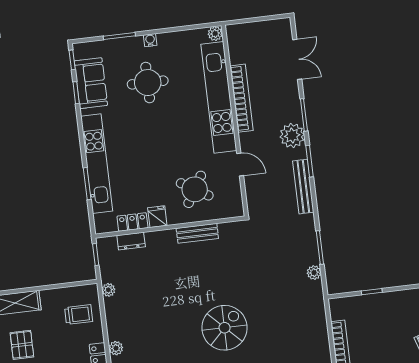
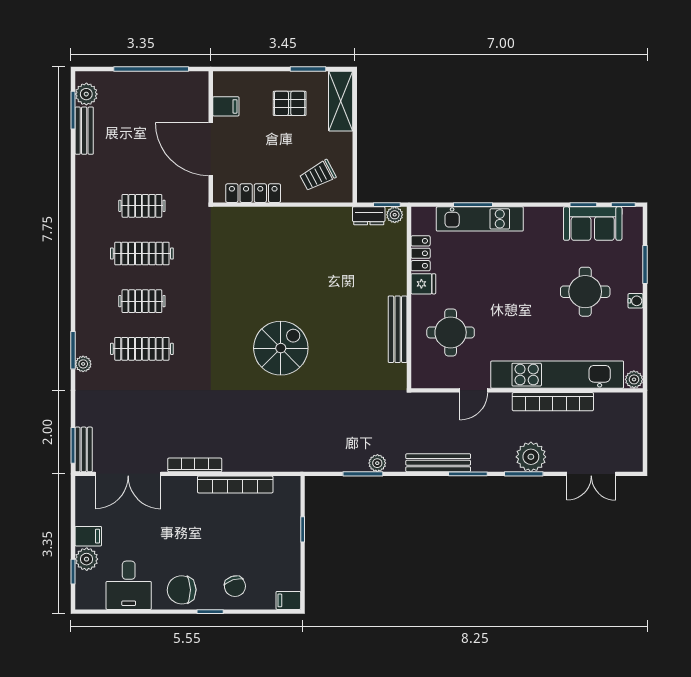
plant: (292, 136) -> (531, 457), moved
kitchen unit: (97, 164) -> (480, 219), width x0.73
round table: (195, 189) -> (451, 332), turned -31
bench: (197, 233) -> (398, 329), width x1.36
dresser: (131, 241) -> (369, 216), moved, turned -90
plant: (314, 273) -> (377, 463), moved
plant: (108, 290) -> (395, 215), moved
trolley: (79, 314) -> (318, 176), turned 62
spiral stairs: (225, 328) -> (281, 348), turned -90
plant: (116, 348) -> (272, 215), removed

